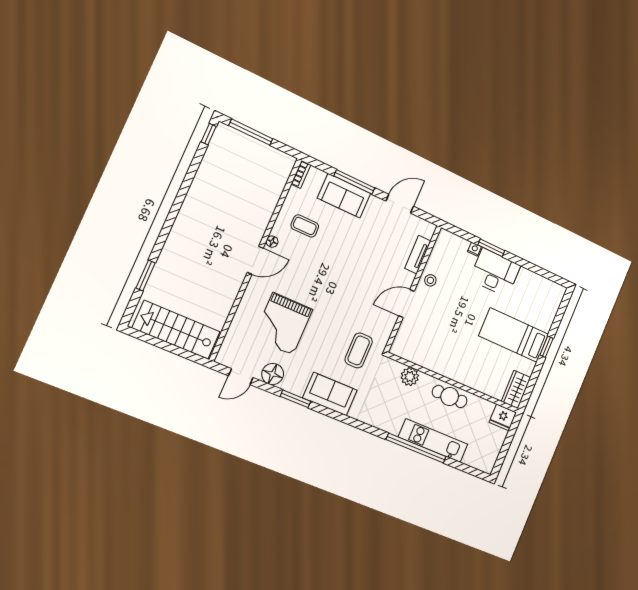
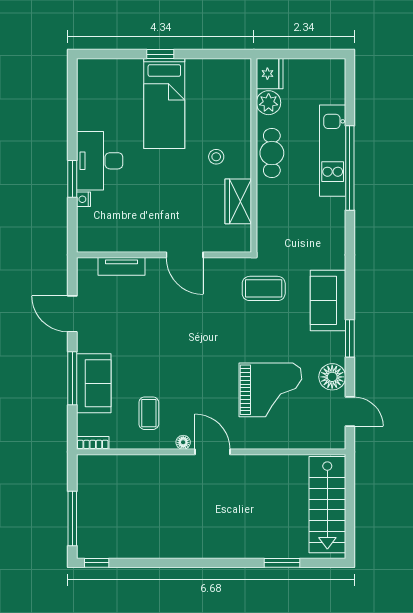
stool: (430, 280) -> (216, 157), moved
plant: (410, 377) -> (269, 103), moved
wardrobe: (516, 389) -> (238, 201), moved, turned 90

